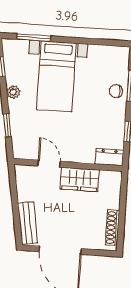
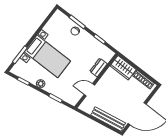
dresser: (109, 157) -> (98, 68), moved
wardrobe: (80, 179) -> (123, 68), moved, turned 90
bench: (28, 223) -> (108, 119), width x1.36

